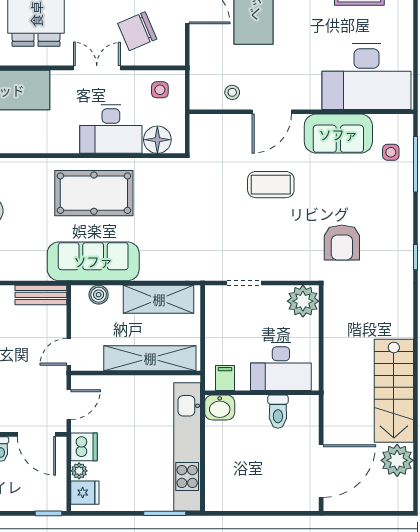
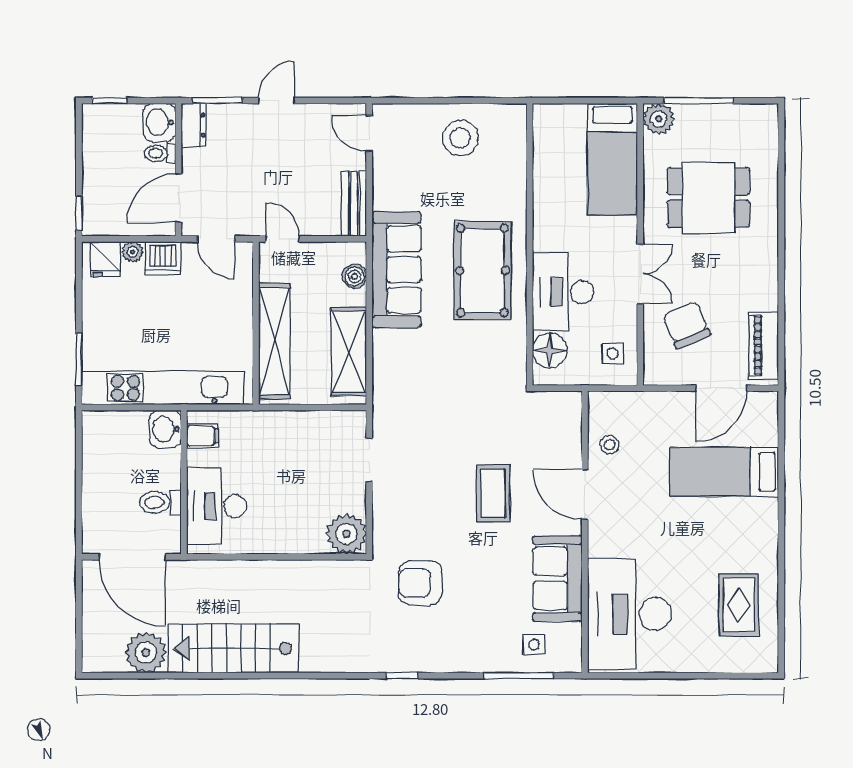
desk: (281, 367) -> (217, 506), moved
filing cabinet: (225, 378) -> (203, 436), moved
wall: (262, 393) -> (184, 482), moved
washbasin: (220, 407) -> (165, 429), moved
toilet: (278, 412) -> (160, 502), moved

